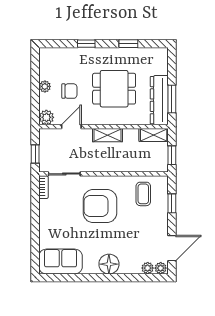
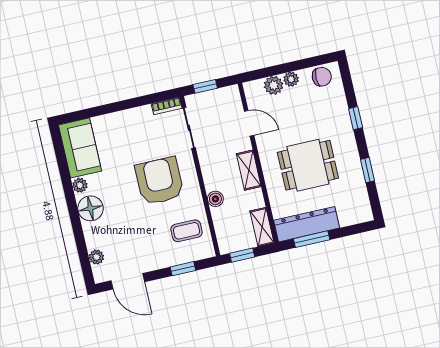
dining table: (114, 89) -> (308, 165), turned 90
chair: (69, 91) -> (322, 77), moved, turned -90
plant: (46, 117) -> (274, 85), moved
boiler: (124, 166) -> (215, 199), added
plant: (161, 268) -> (80, 185), moved

